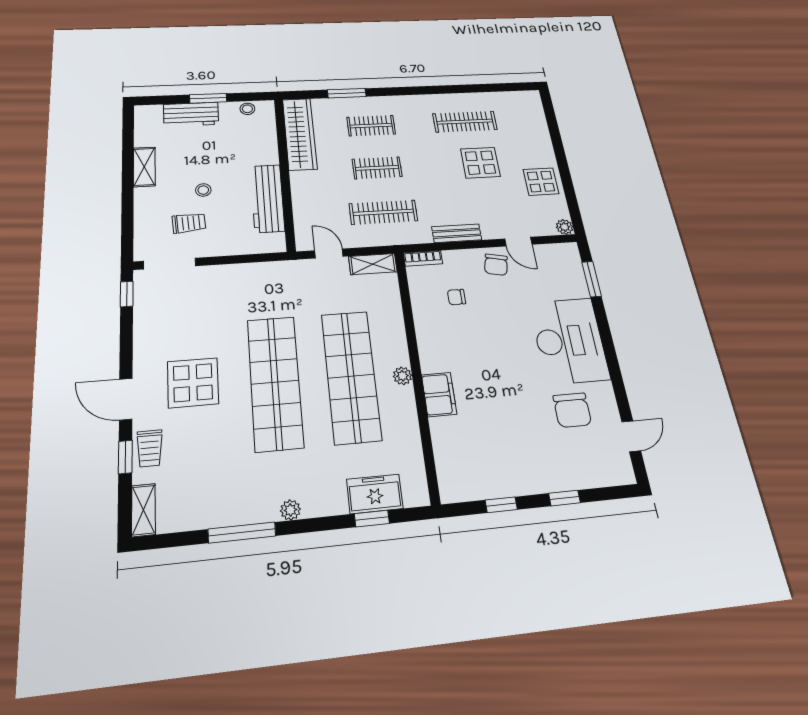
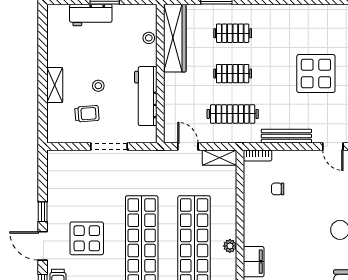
stool: (247, 109) -> (149, 38), moved
clothes rail: (465, 122) -> (310, 33), removed
display table: (480, 163) -> (316, 73), width x1.36, depth x1.36
shelving: (144, 167) -> (55, 85), moved
bench: (457, 233) -> (286, 136), width x1.36
doorway: (170, 264) -> (109, 146), moved
chair: (496, 265) -> (312, 165), removed
window: (127, 294) -> (43, 212), moved

